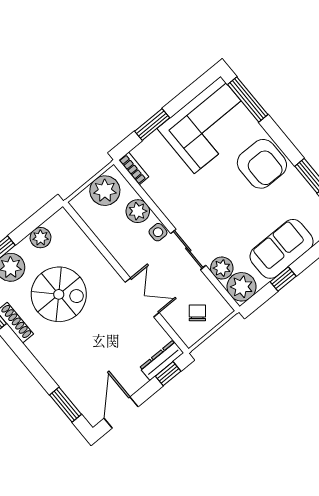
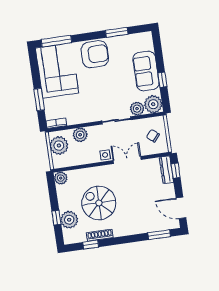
side table: (158, 232) -> (105, 155), moved
plant: (41, 238) -> (61, 178), moved
spiral stairs: (59, 294) -> (99, 203), turned -90

